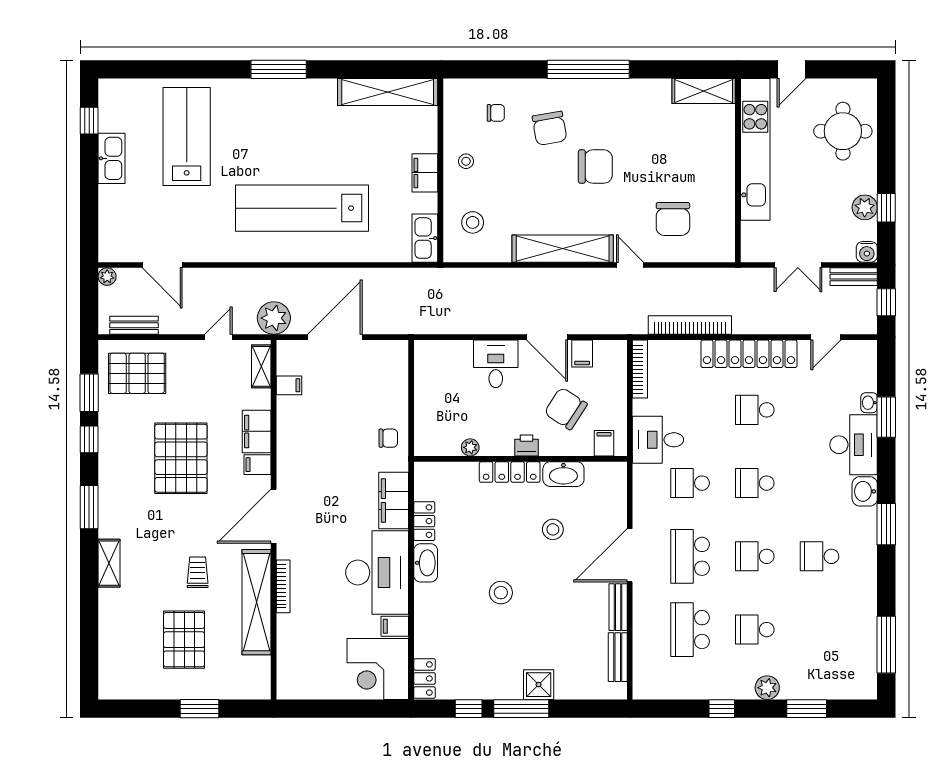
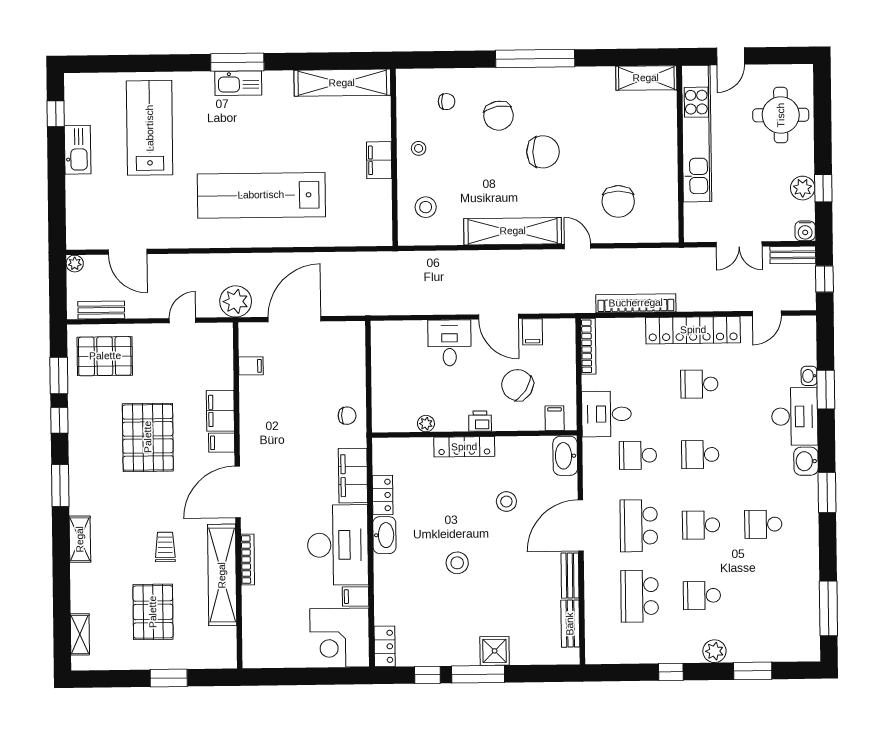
kitchen sink: (425, 238) -> (238, 83), moved, turned -90
shelving: (261, 366) -> (80, 634), moved
washbasin: (563, 474) -> (565, 456), moved, turned 90

